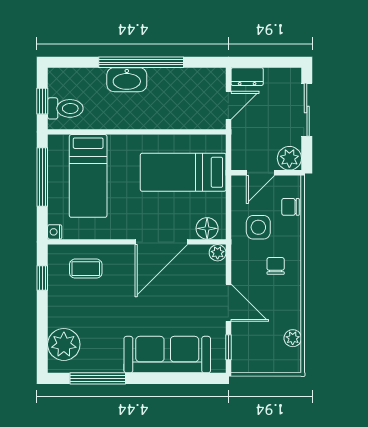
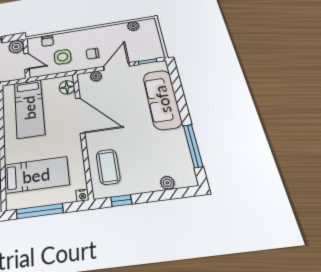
plant: (218, 253) -> (96, 76), moved
chair: (276, 266) -> (92, 54), moved
coffee table: (86, 269) -> (108, 167), width x1.36, depth x1.30
plant: (64, 344) -> (167, 183), width x0.53, depth x0.53

